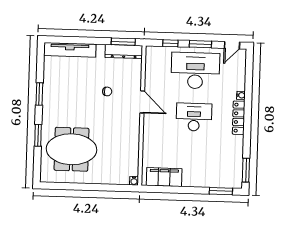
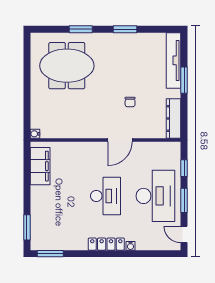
window: (123, 42) -> (184, 80), moved
meeting table: (72, 149) -> (67, 66), turned 90

